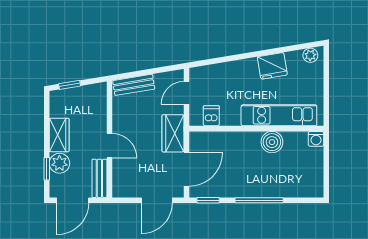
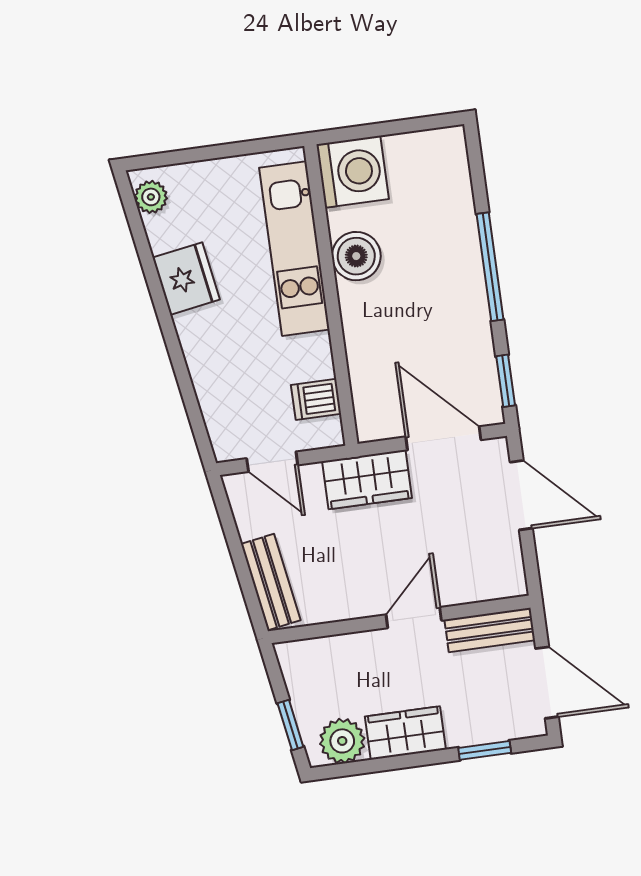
washing machine: (316, 139) -> (353, 172), width x1.89, depth x1.89
plant: (59, 163) -> (342, 741), moved

